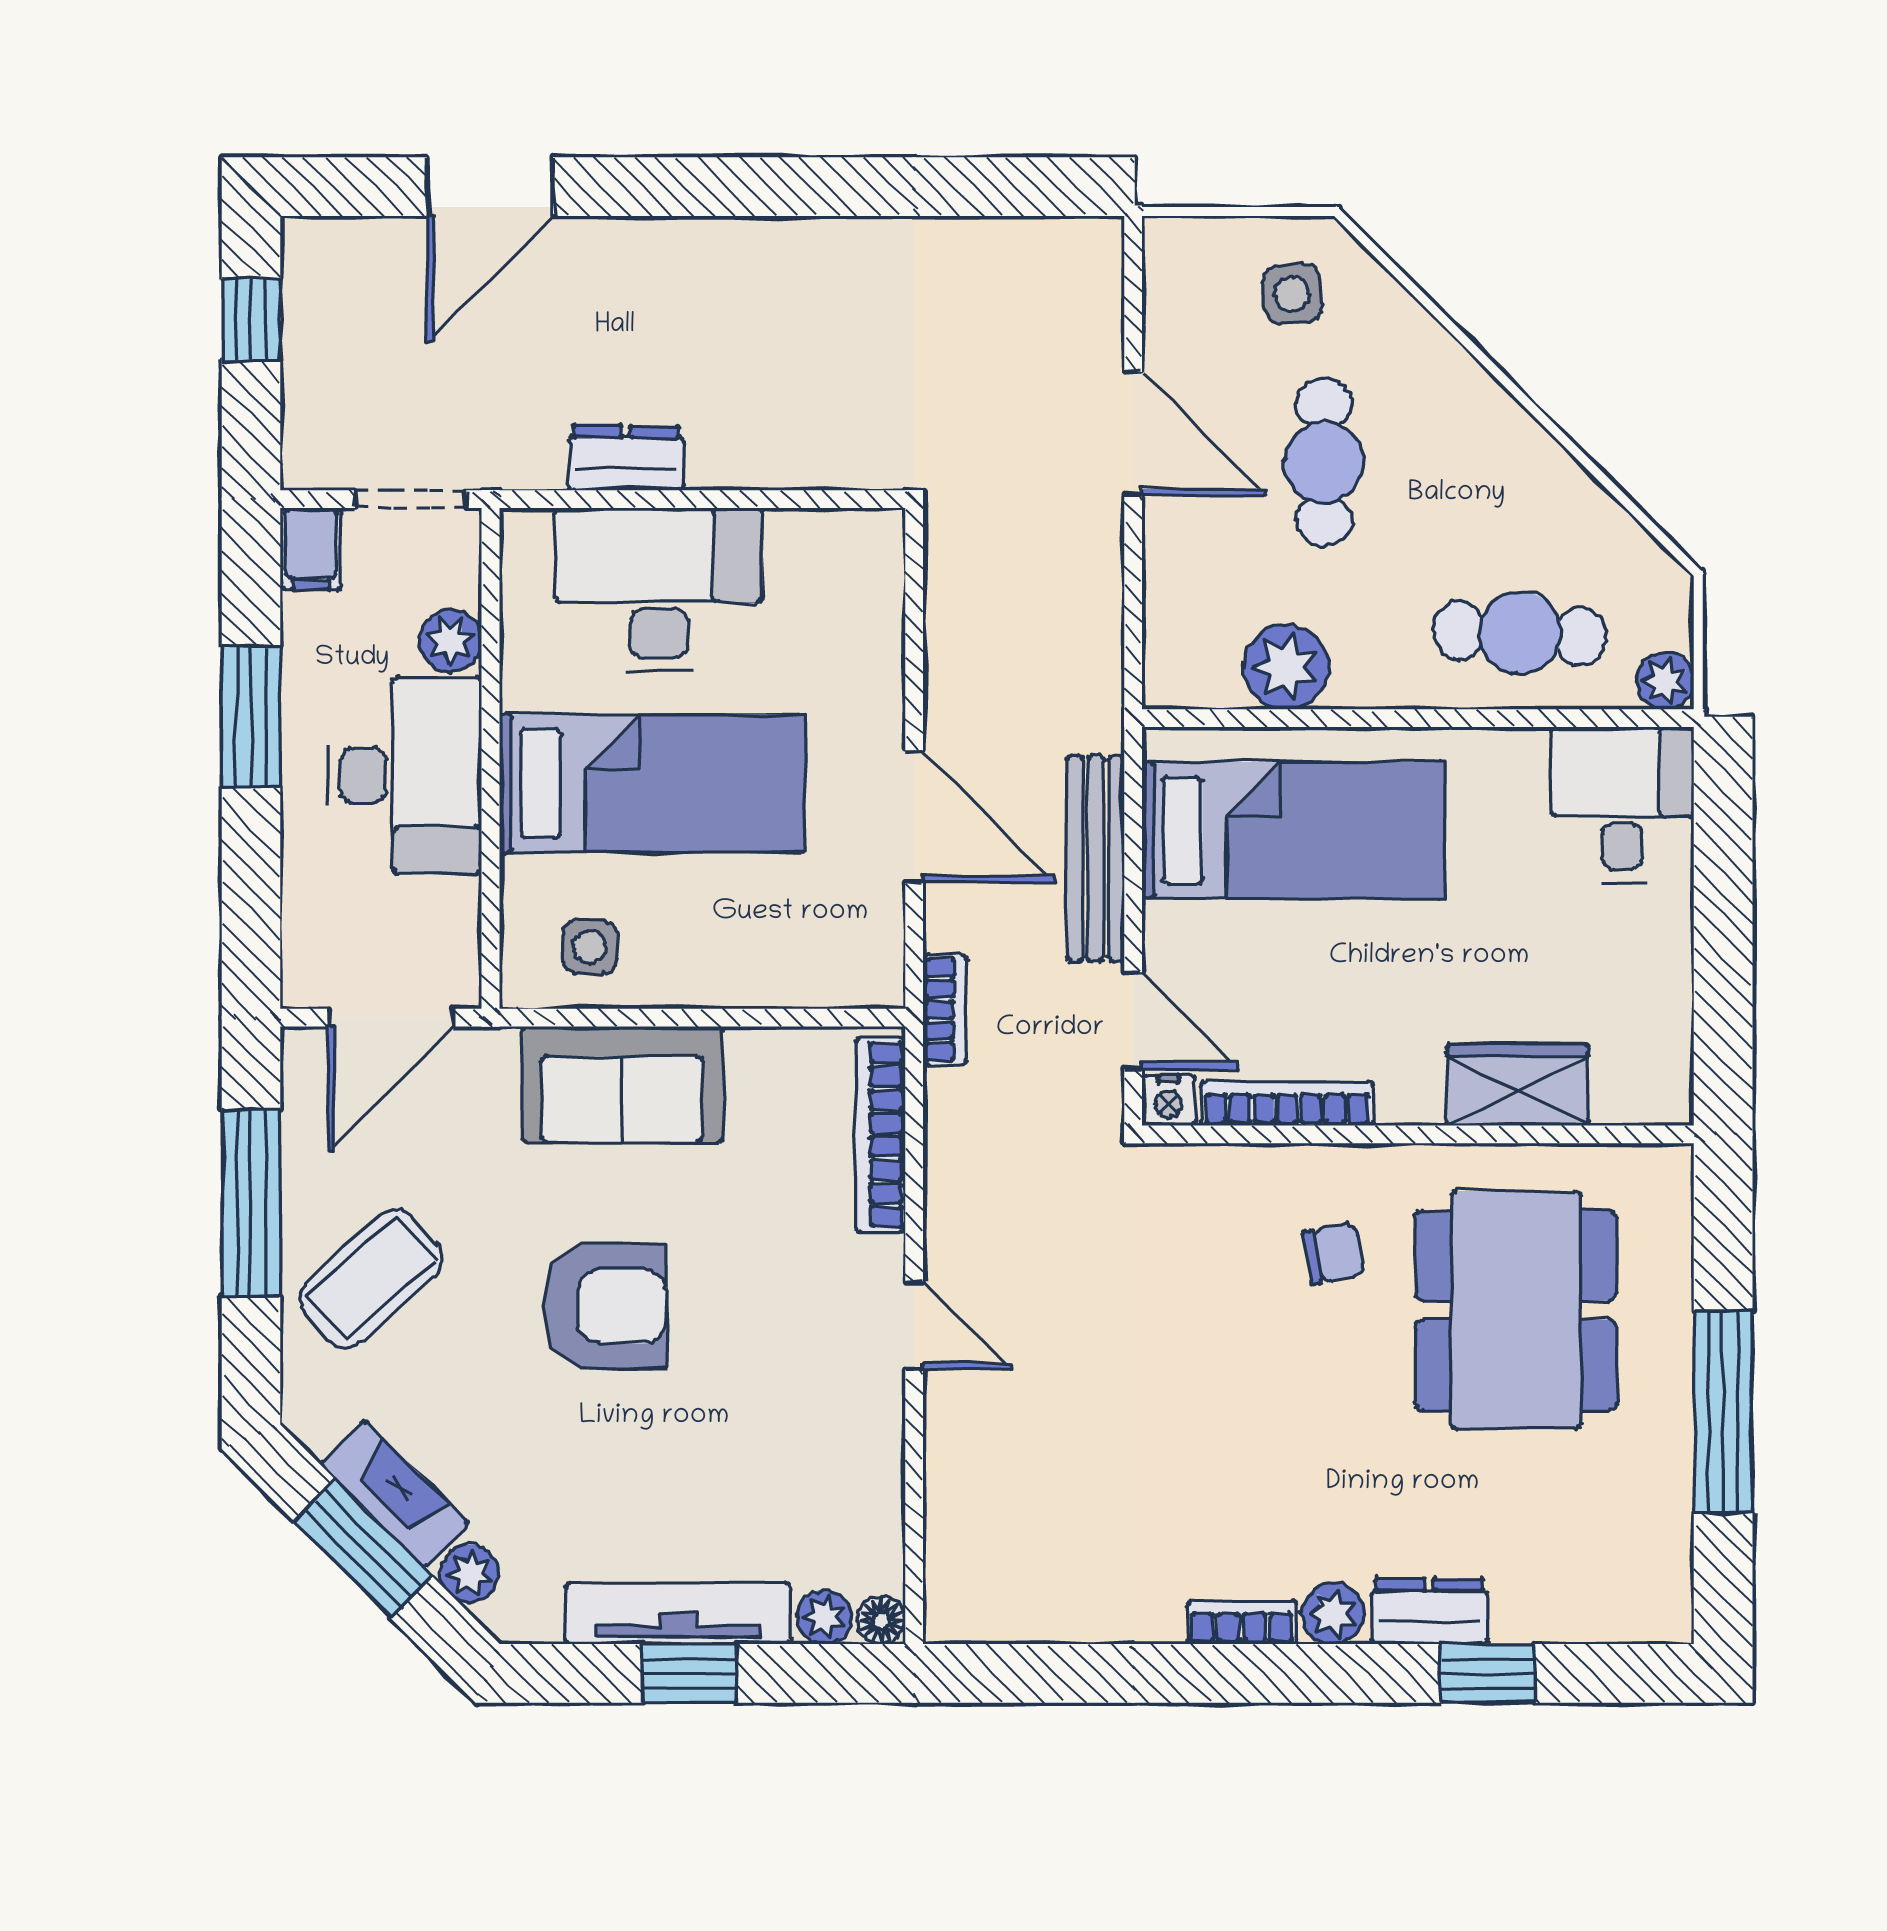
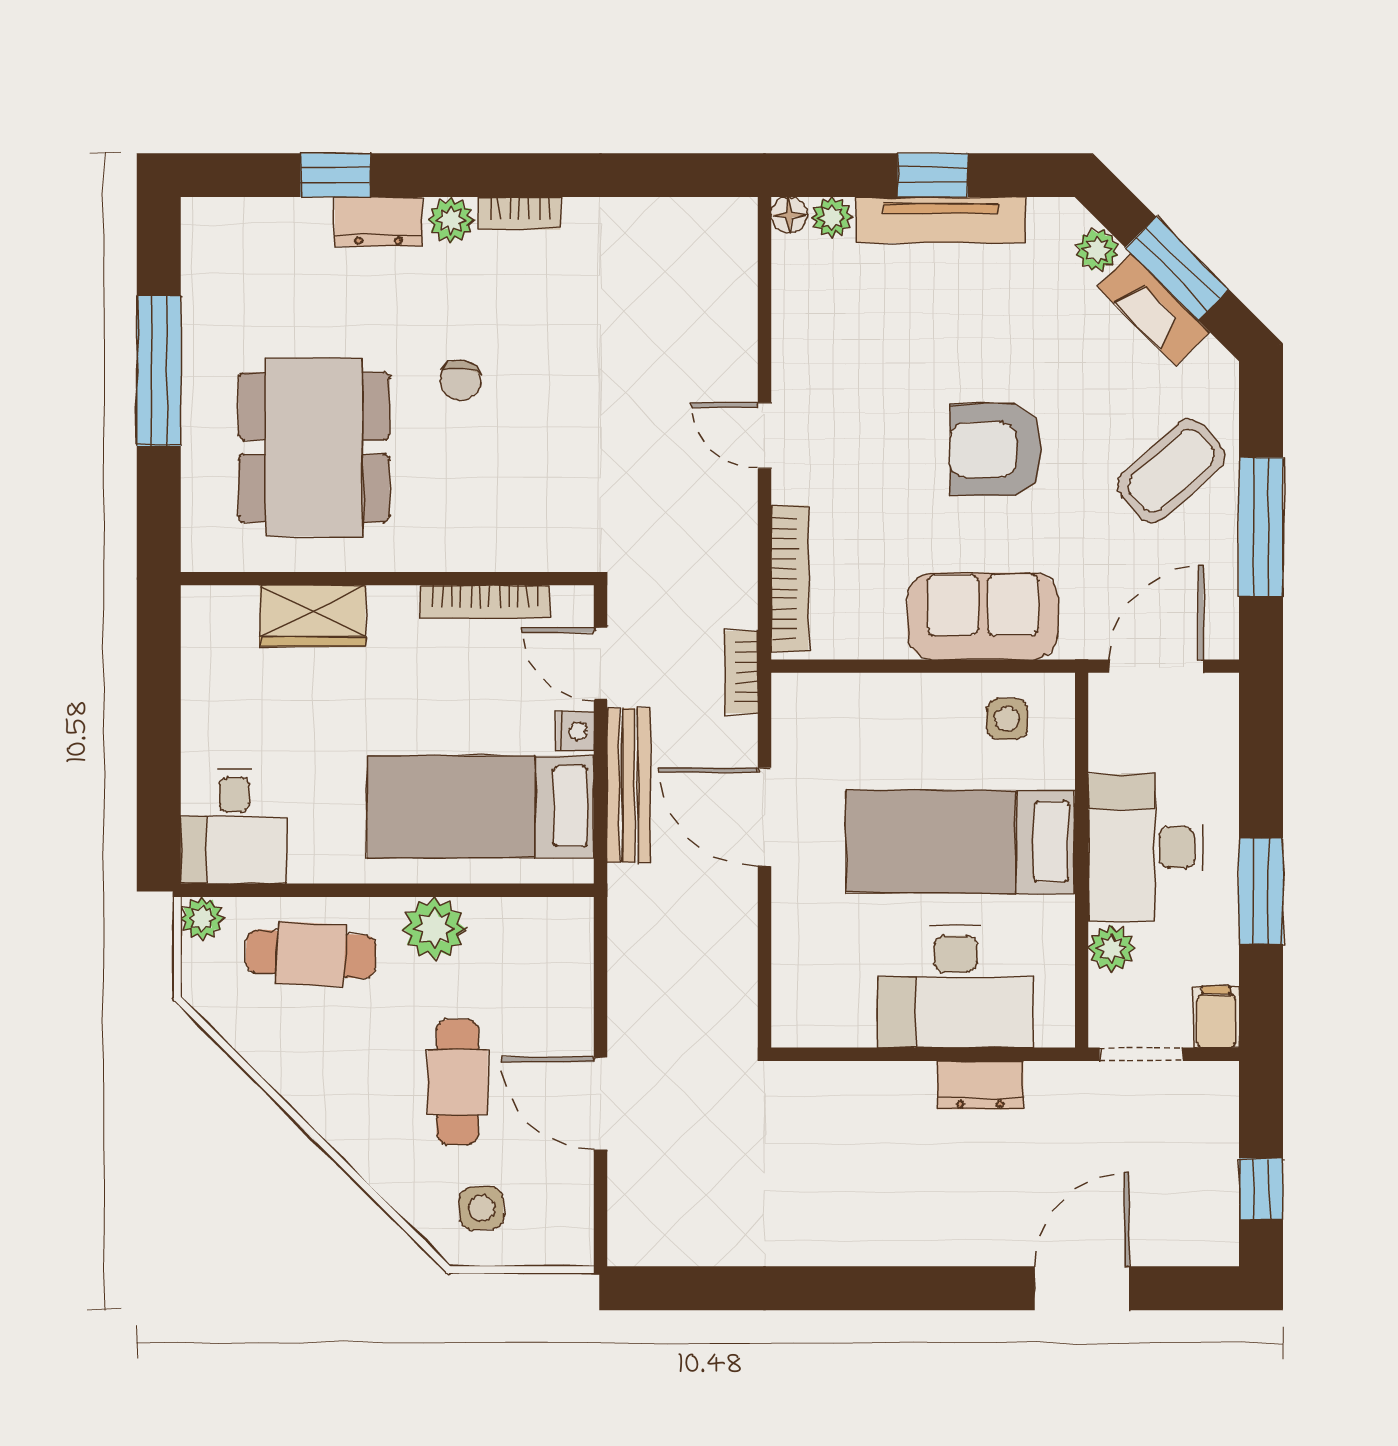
plant: (1286, 667) -> (434, 929), moved
nightstand: (1169, 1101) -> (575, 731), moved, turned 90
chair: (1334, 1254) -> (460, 381), moved, turned -73

